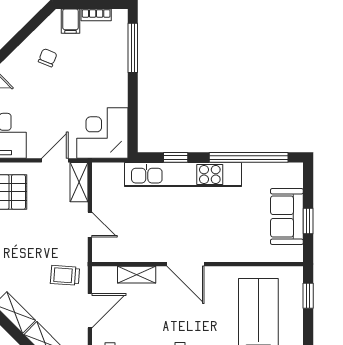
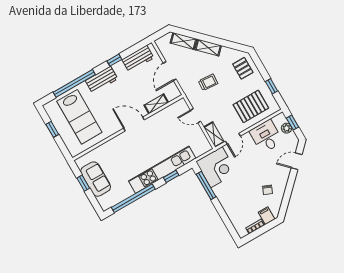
window: (133, 48) -> (206, 185), moved
trolley: (65, 275) -> (208, 82), moved
window: (308, 296) -> (52, 129), moved

